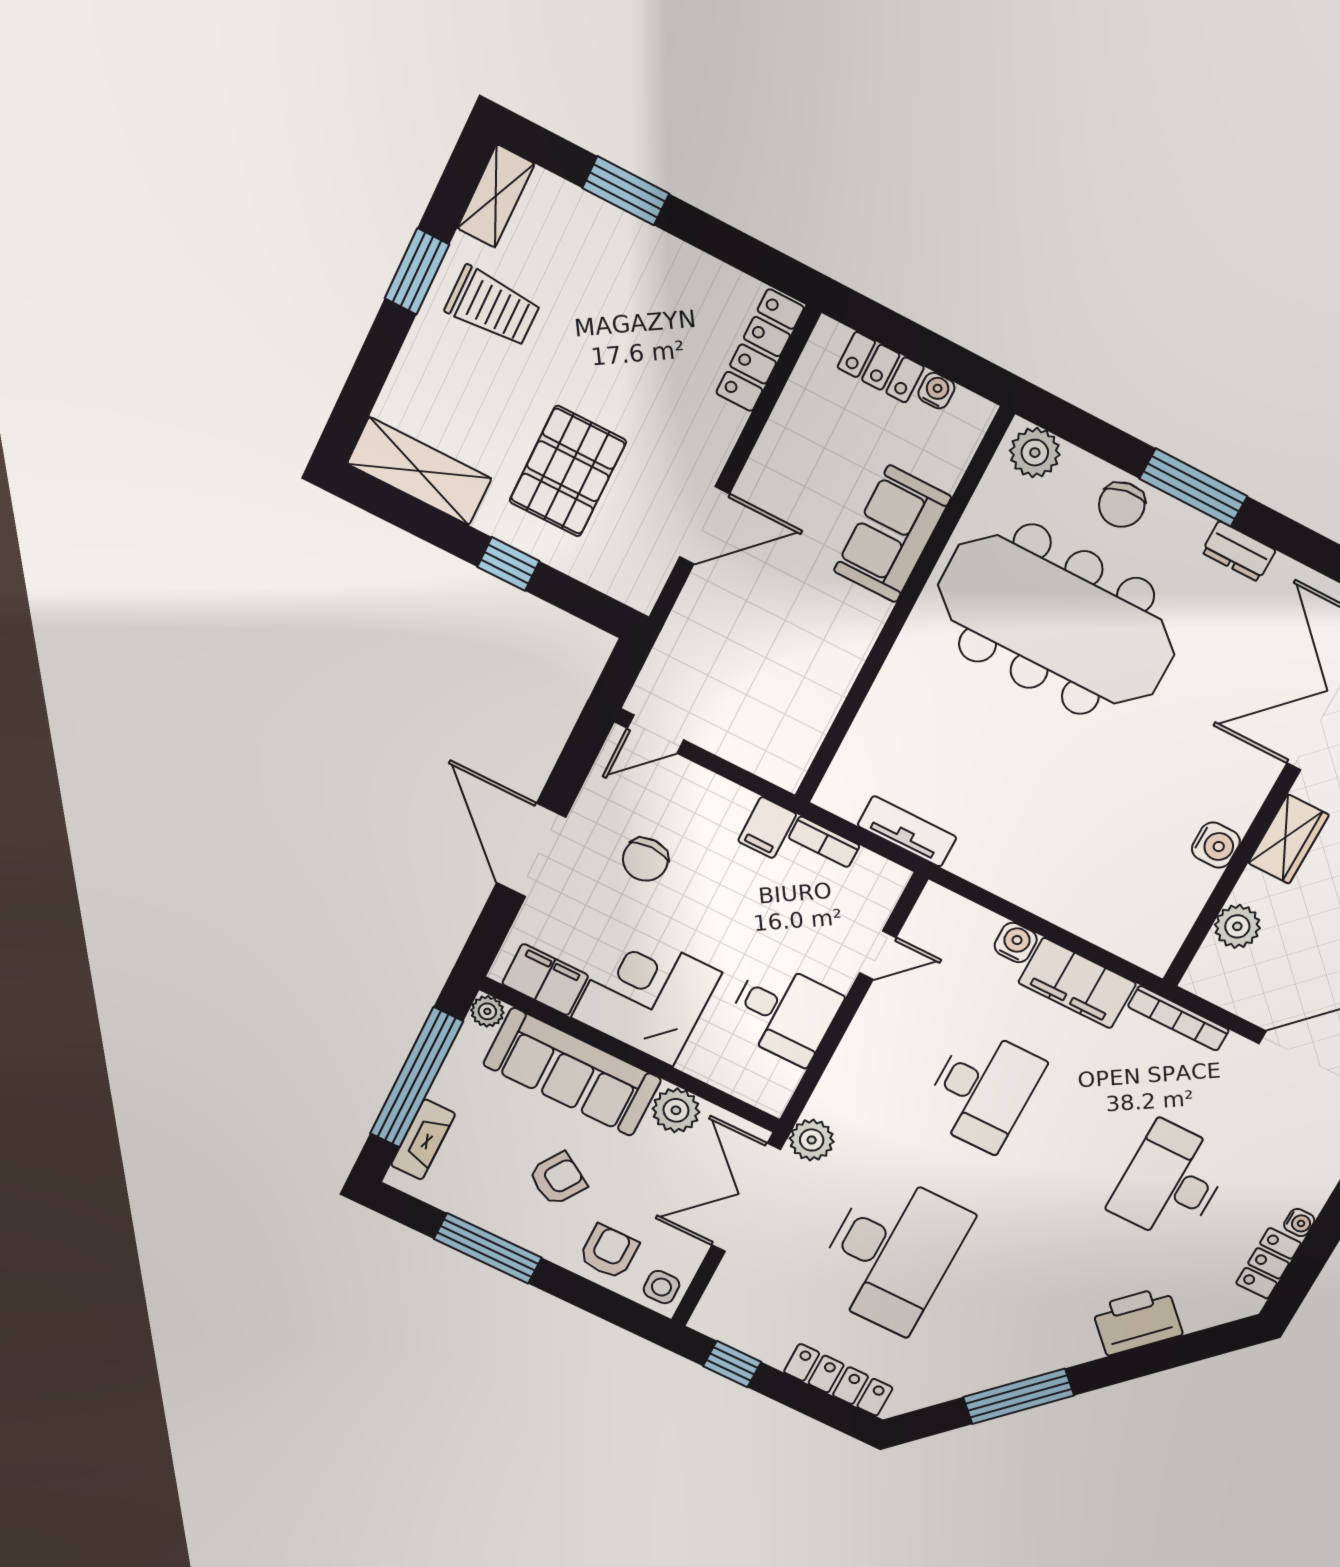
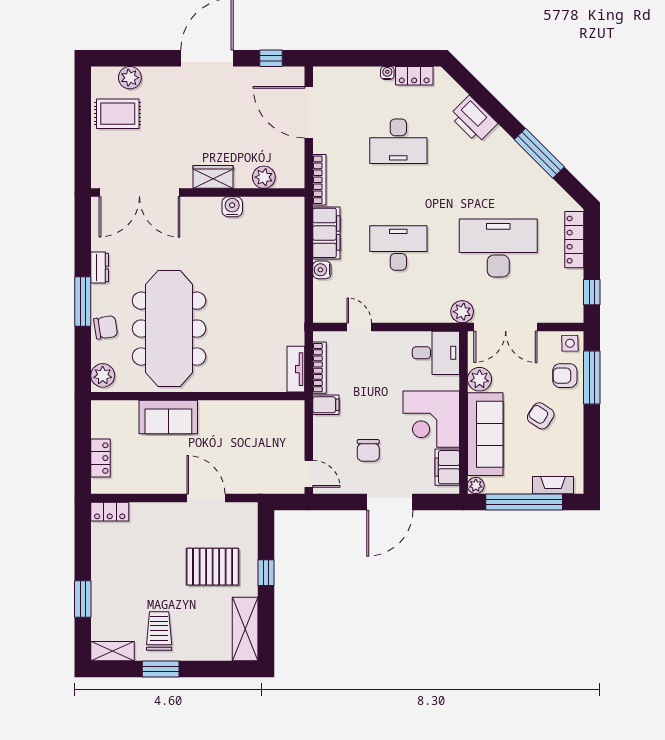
locker: (760, 350) -> (110, 512), width x0.66
water cooler: (936, 391) -> (98, 430), removed
tv unit: (907, 831) -> (296, 369), moved
bookcase: (824, 842) -> (319, 368), width x1.56
chair: (645, 860) -> (368, 450), turned 90
desk: (784, 1013) -> (436, 353), moved, turned 90
window: (488, 1248) -> (592, 378), moved

